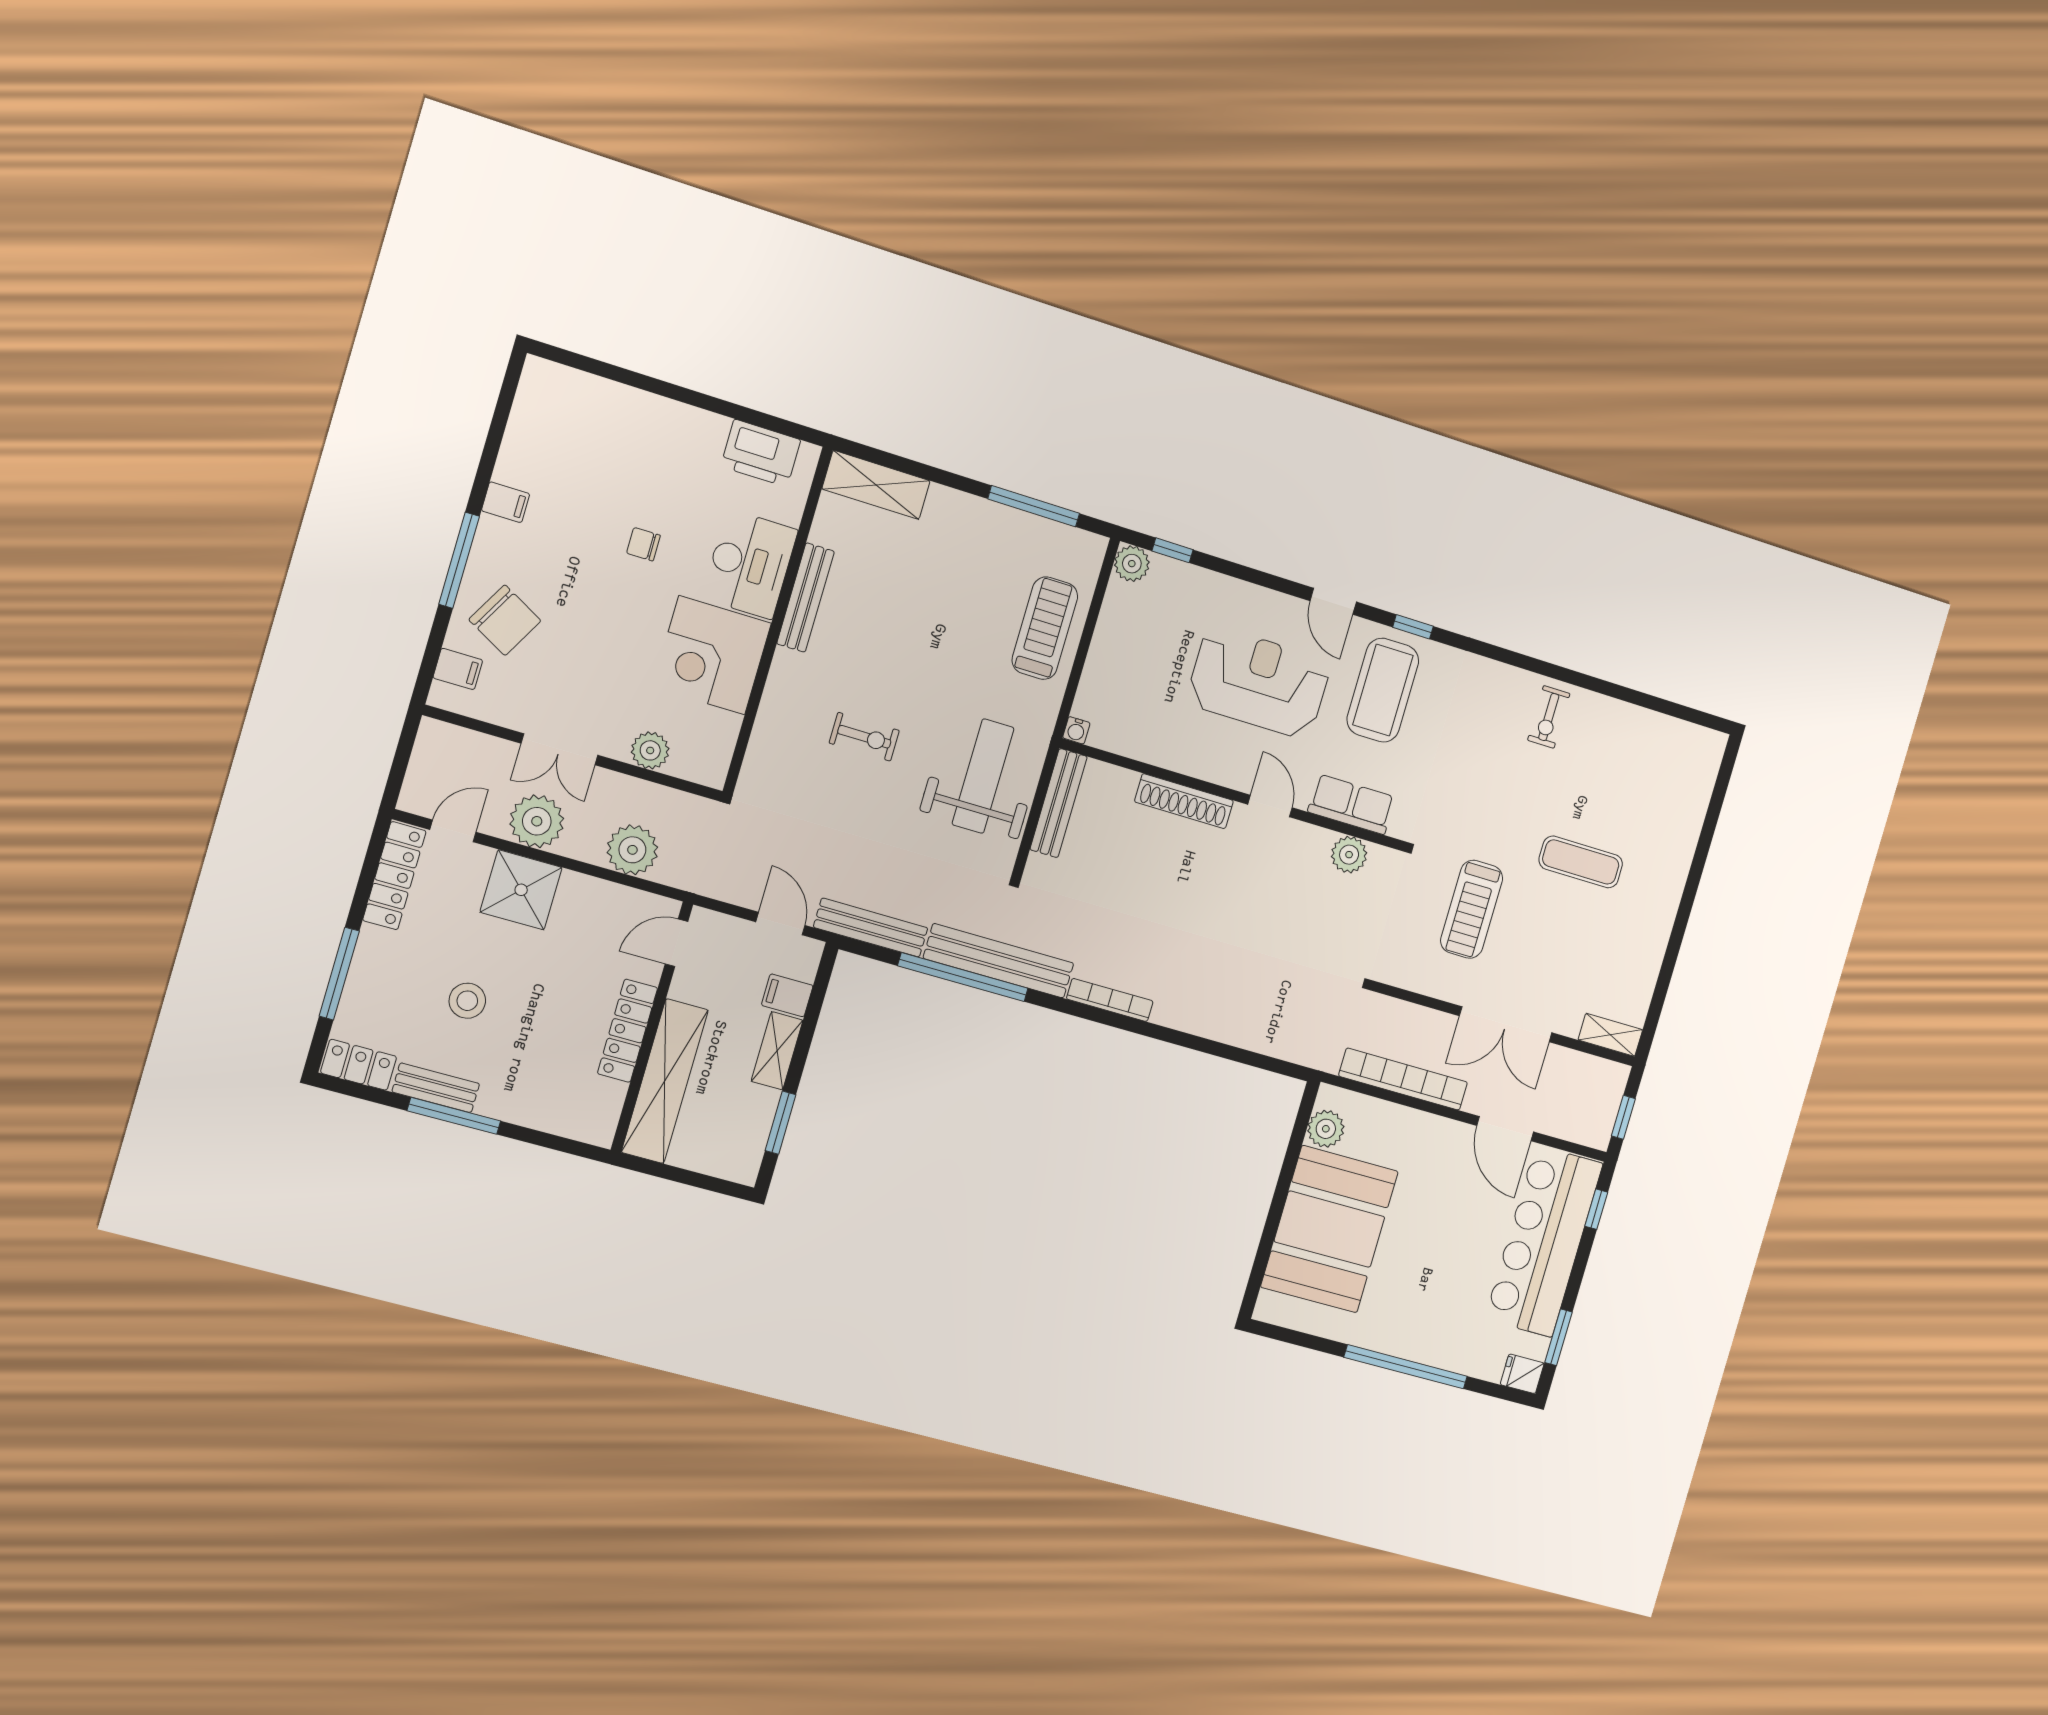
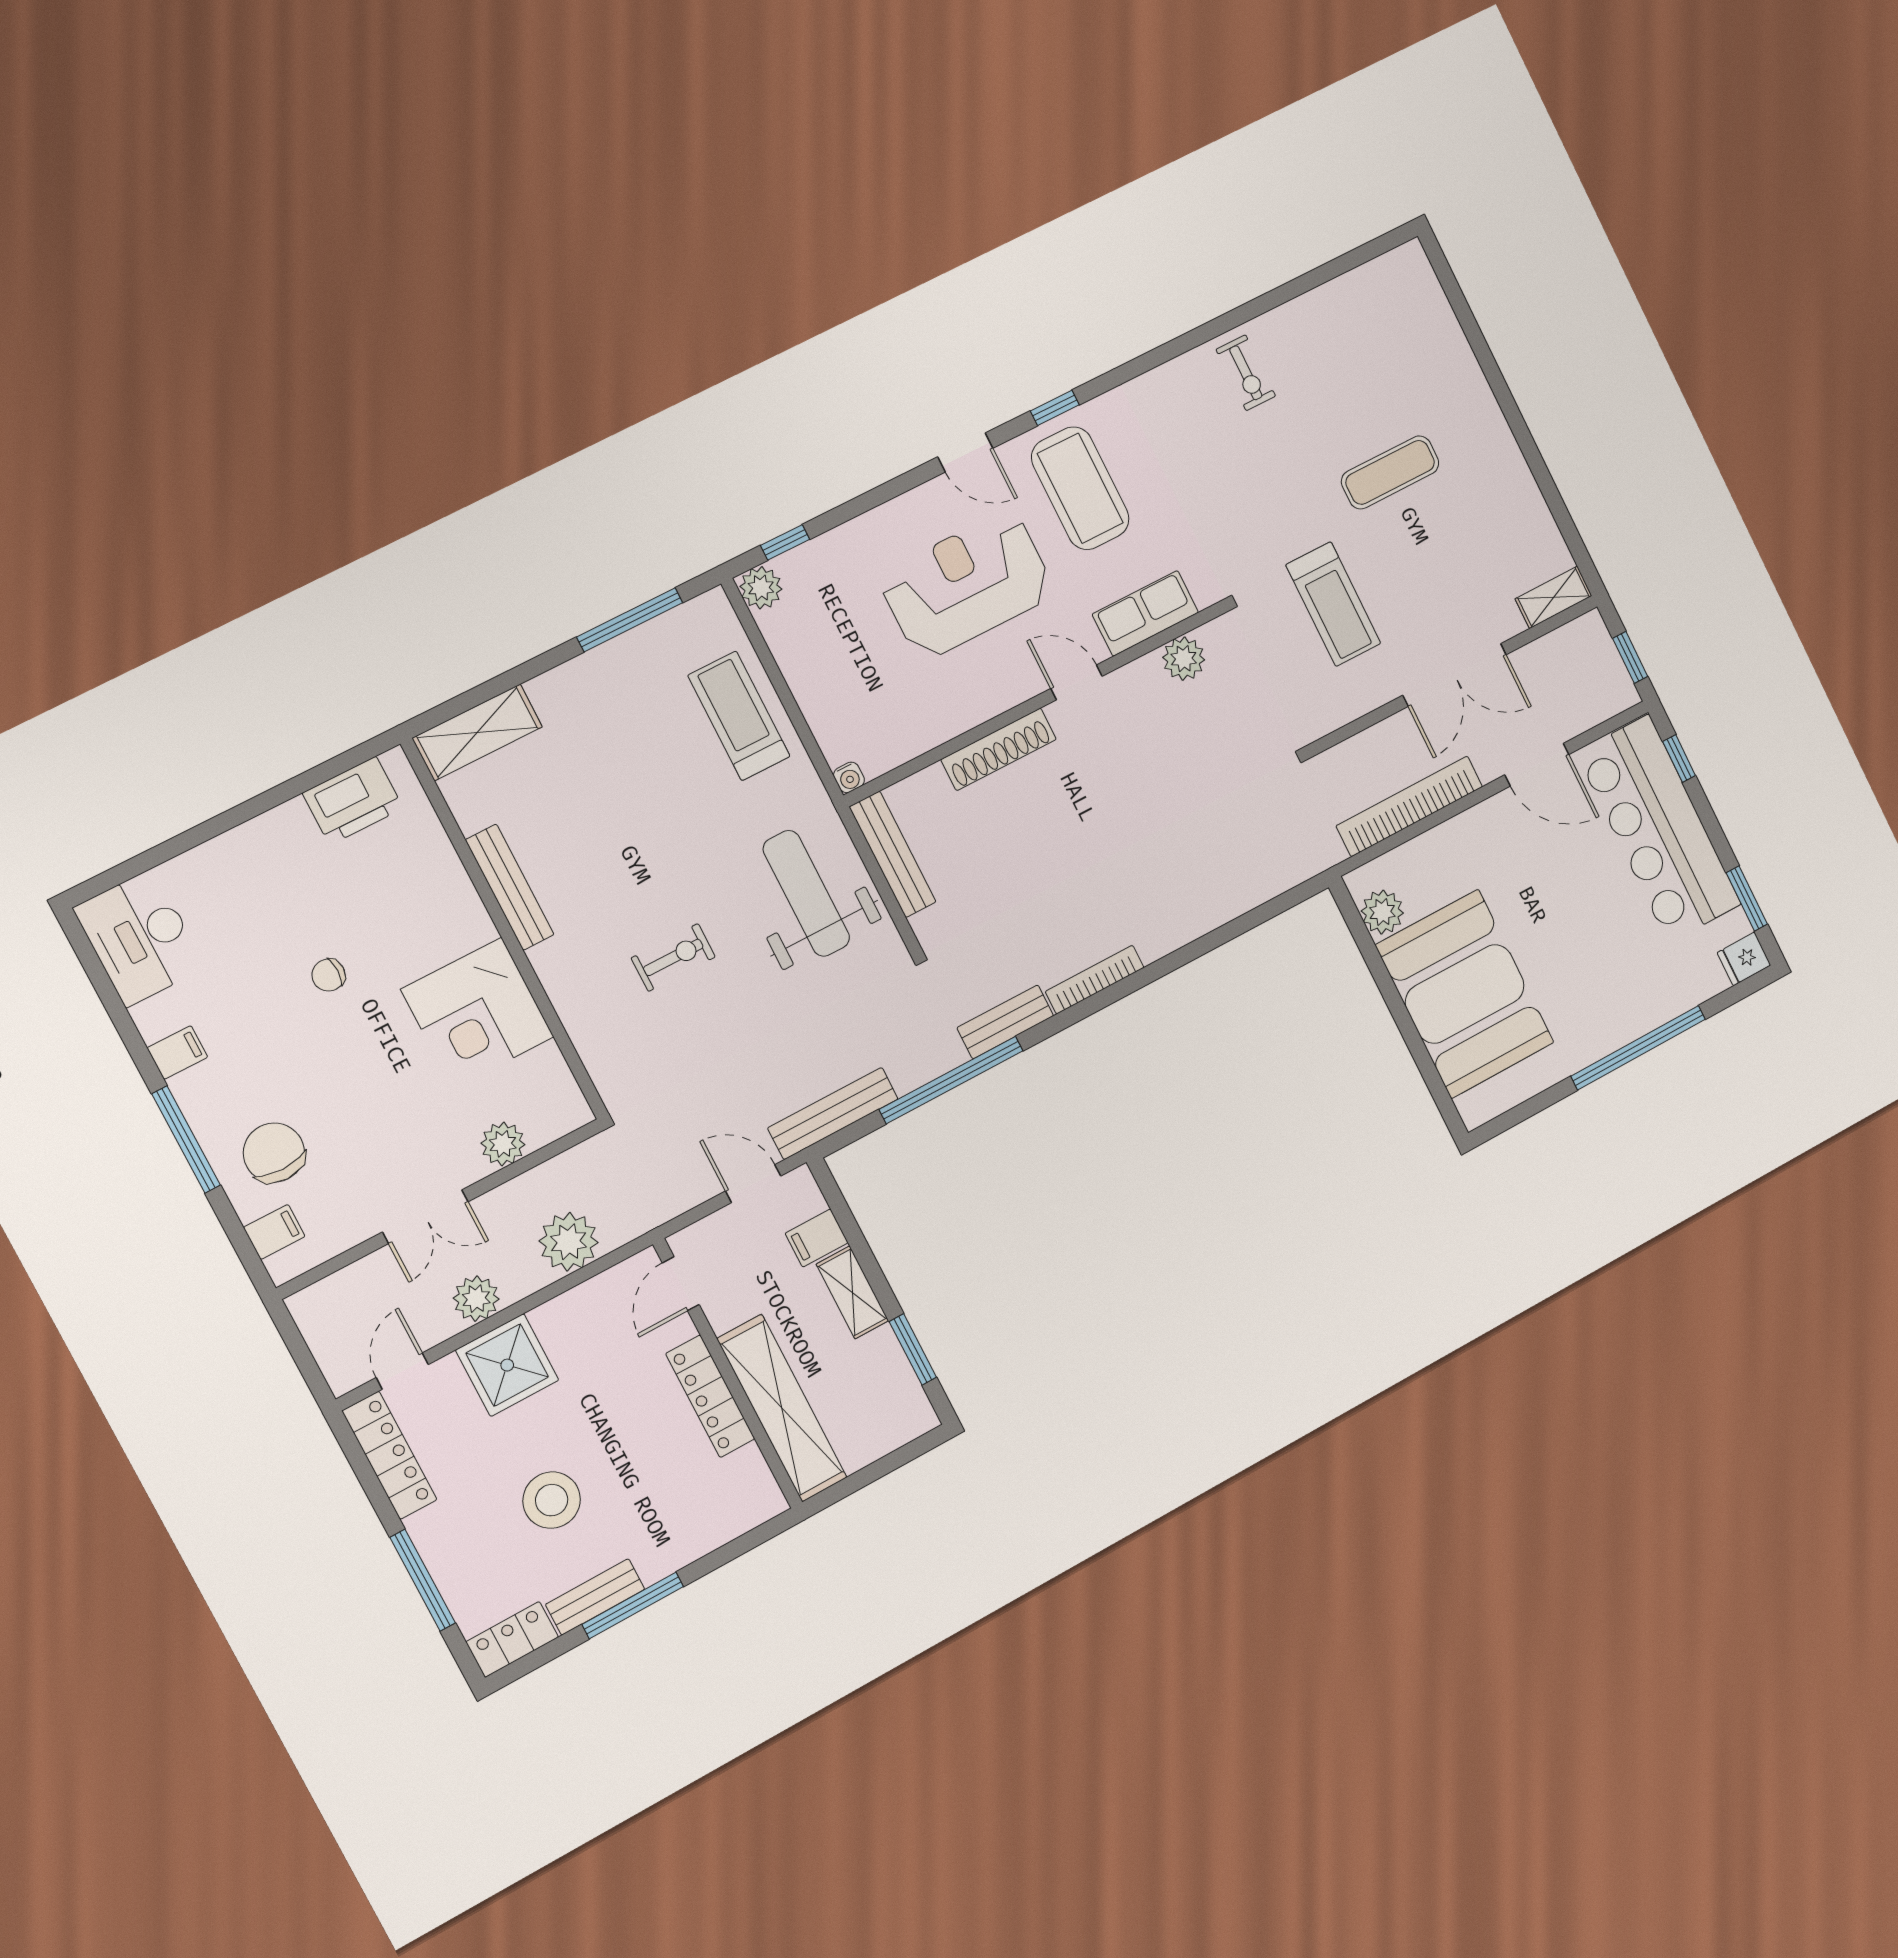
desk: (750, 564) -> (140, 938), moved, turned 180
chair: (505, 620) -> (274, 1153), turned -119
plant: (537, 821) -> (476, 1299), width x0.73, depth x0.73
bench: (999, 961) -> (1005, 1022), width x0.54, depth x0.82
stool: (467, 1001) -> (552, 1500), width x1.38, depth x1.38

